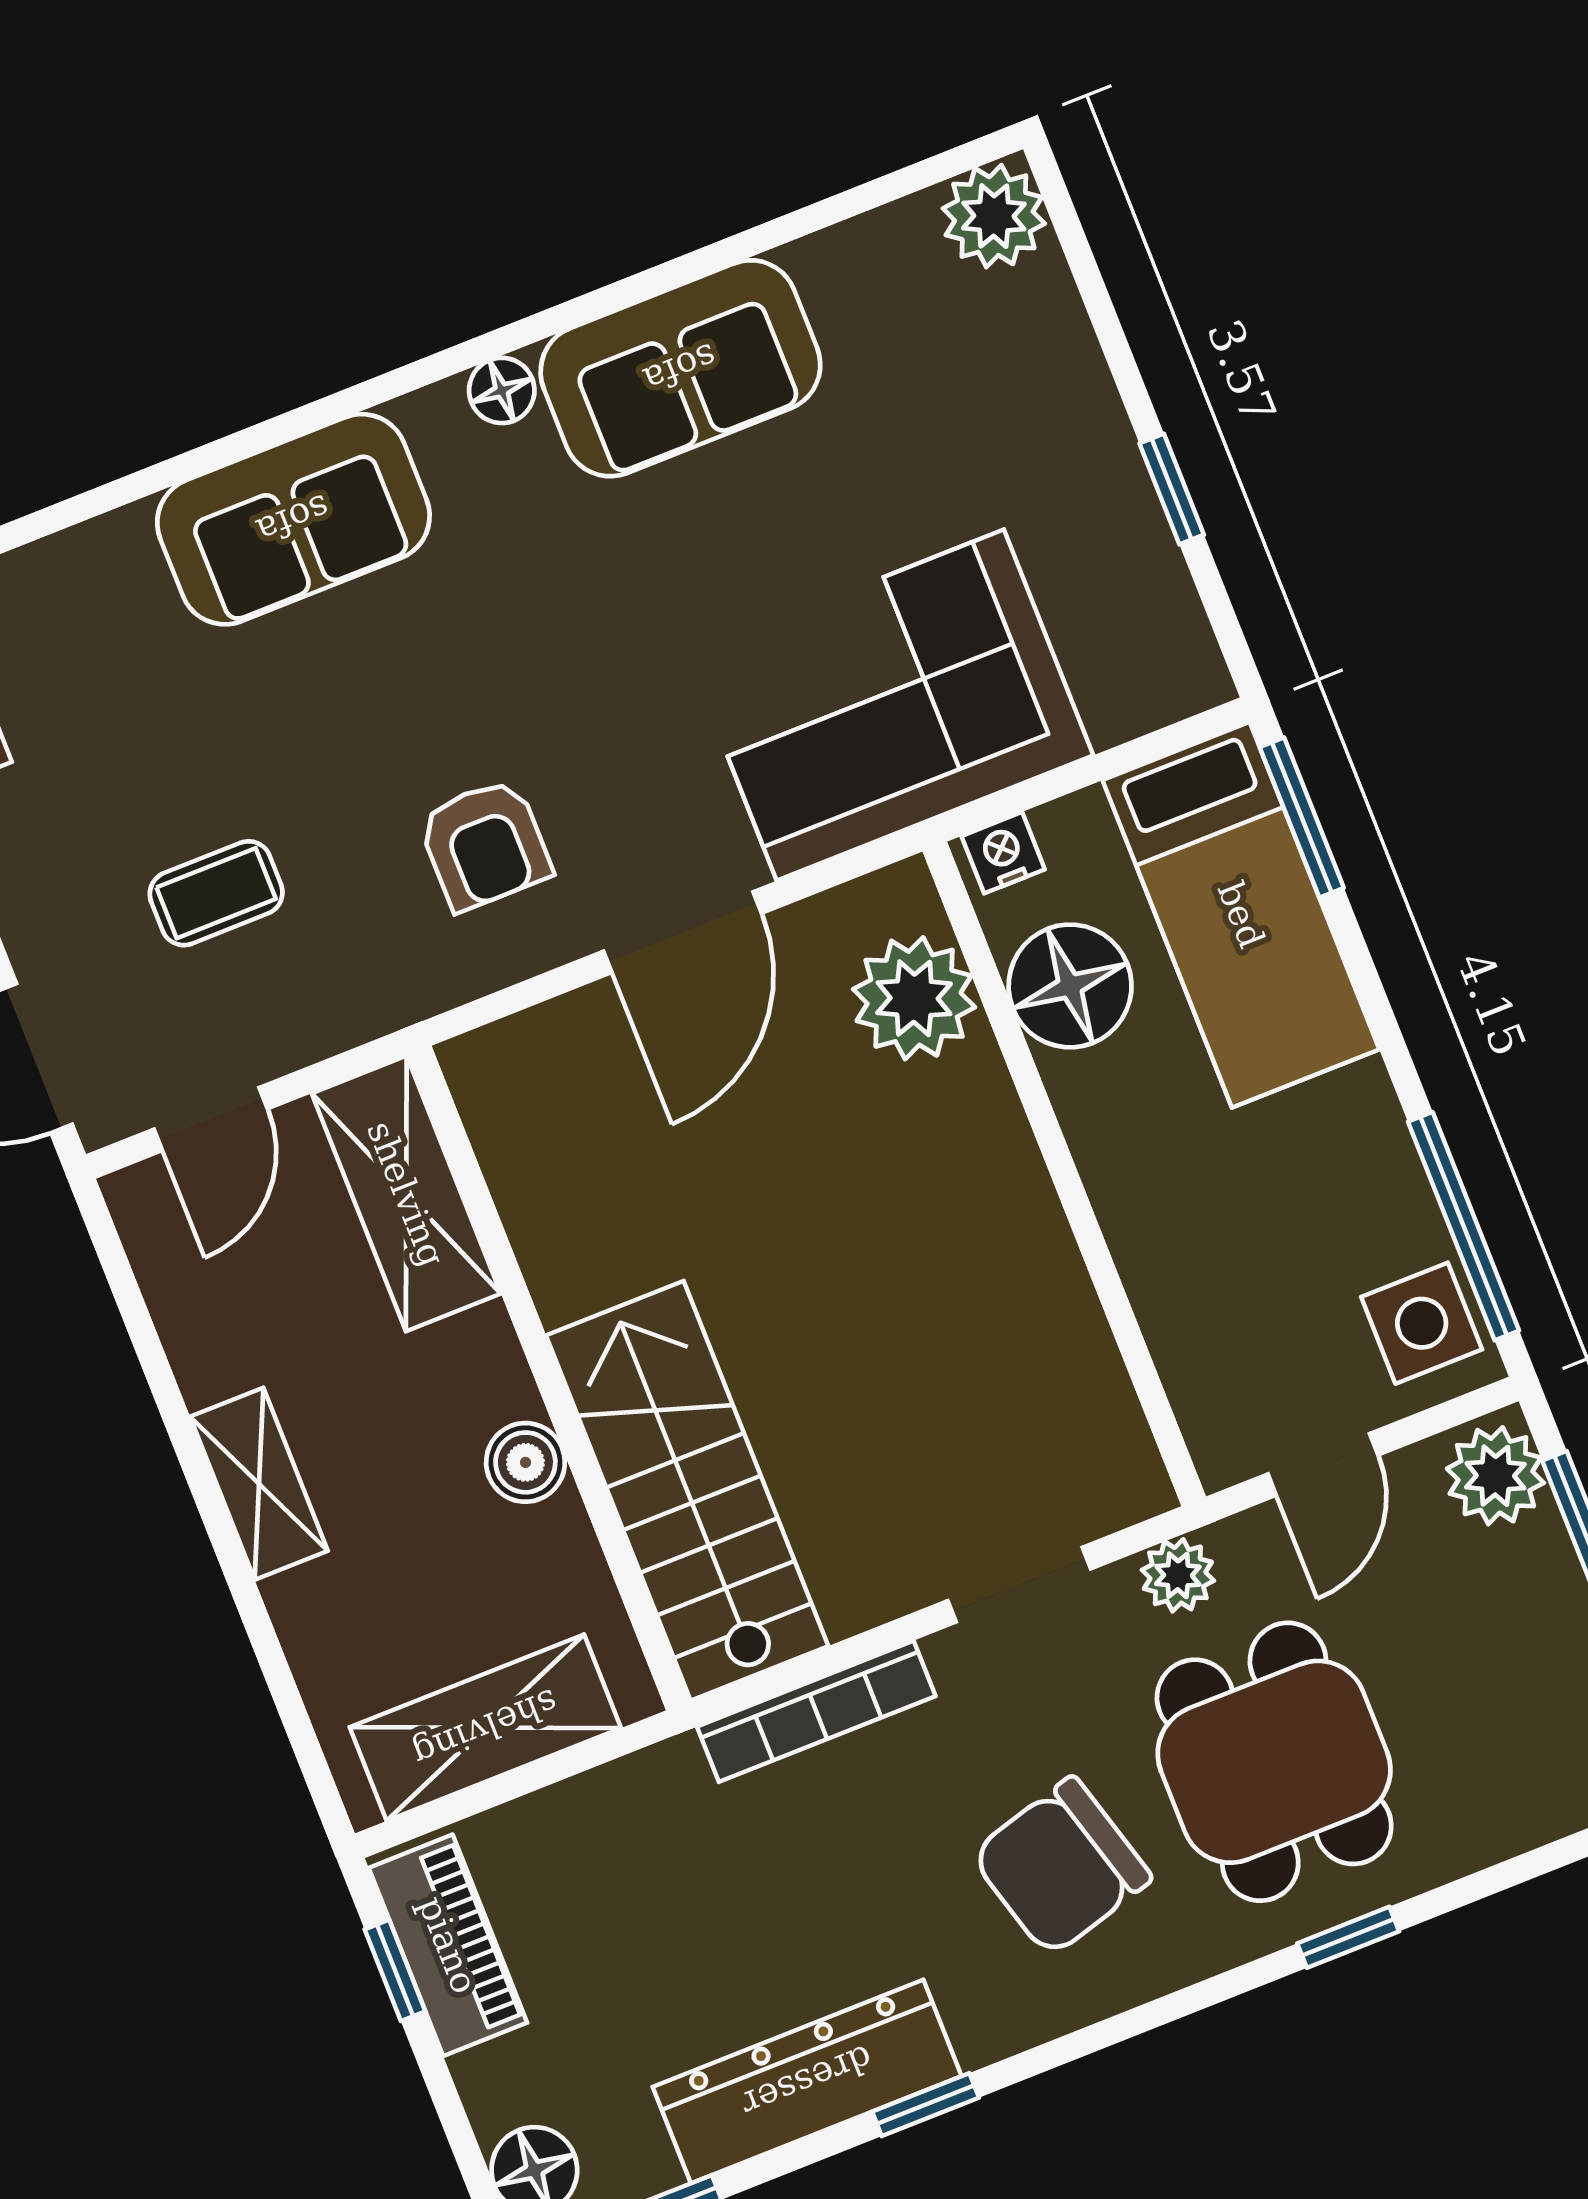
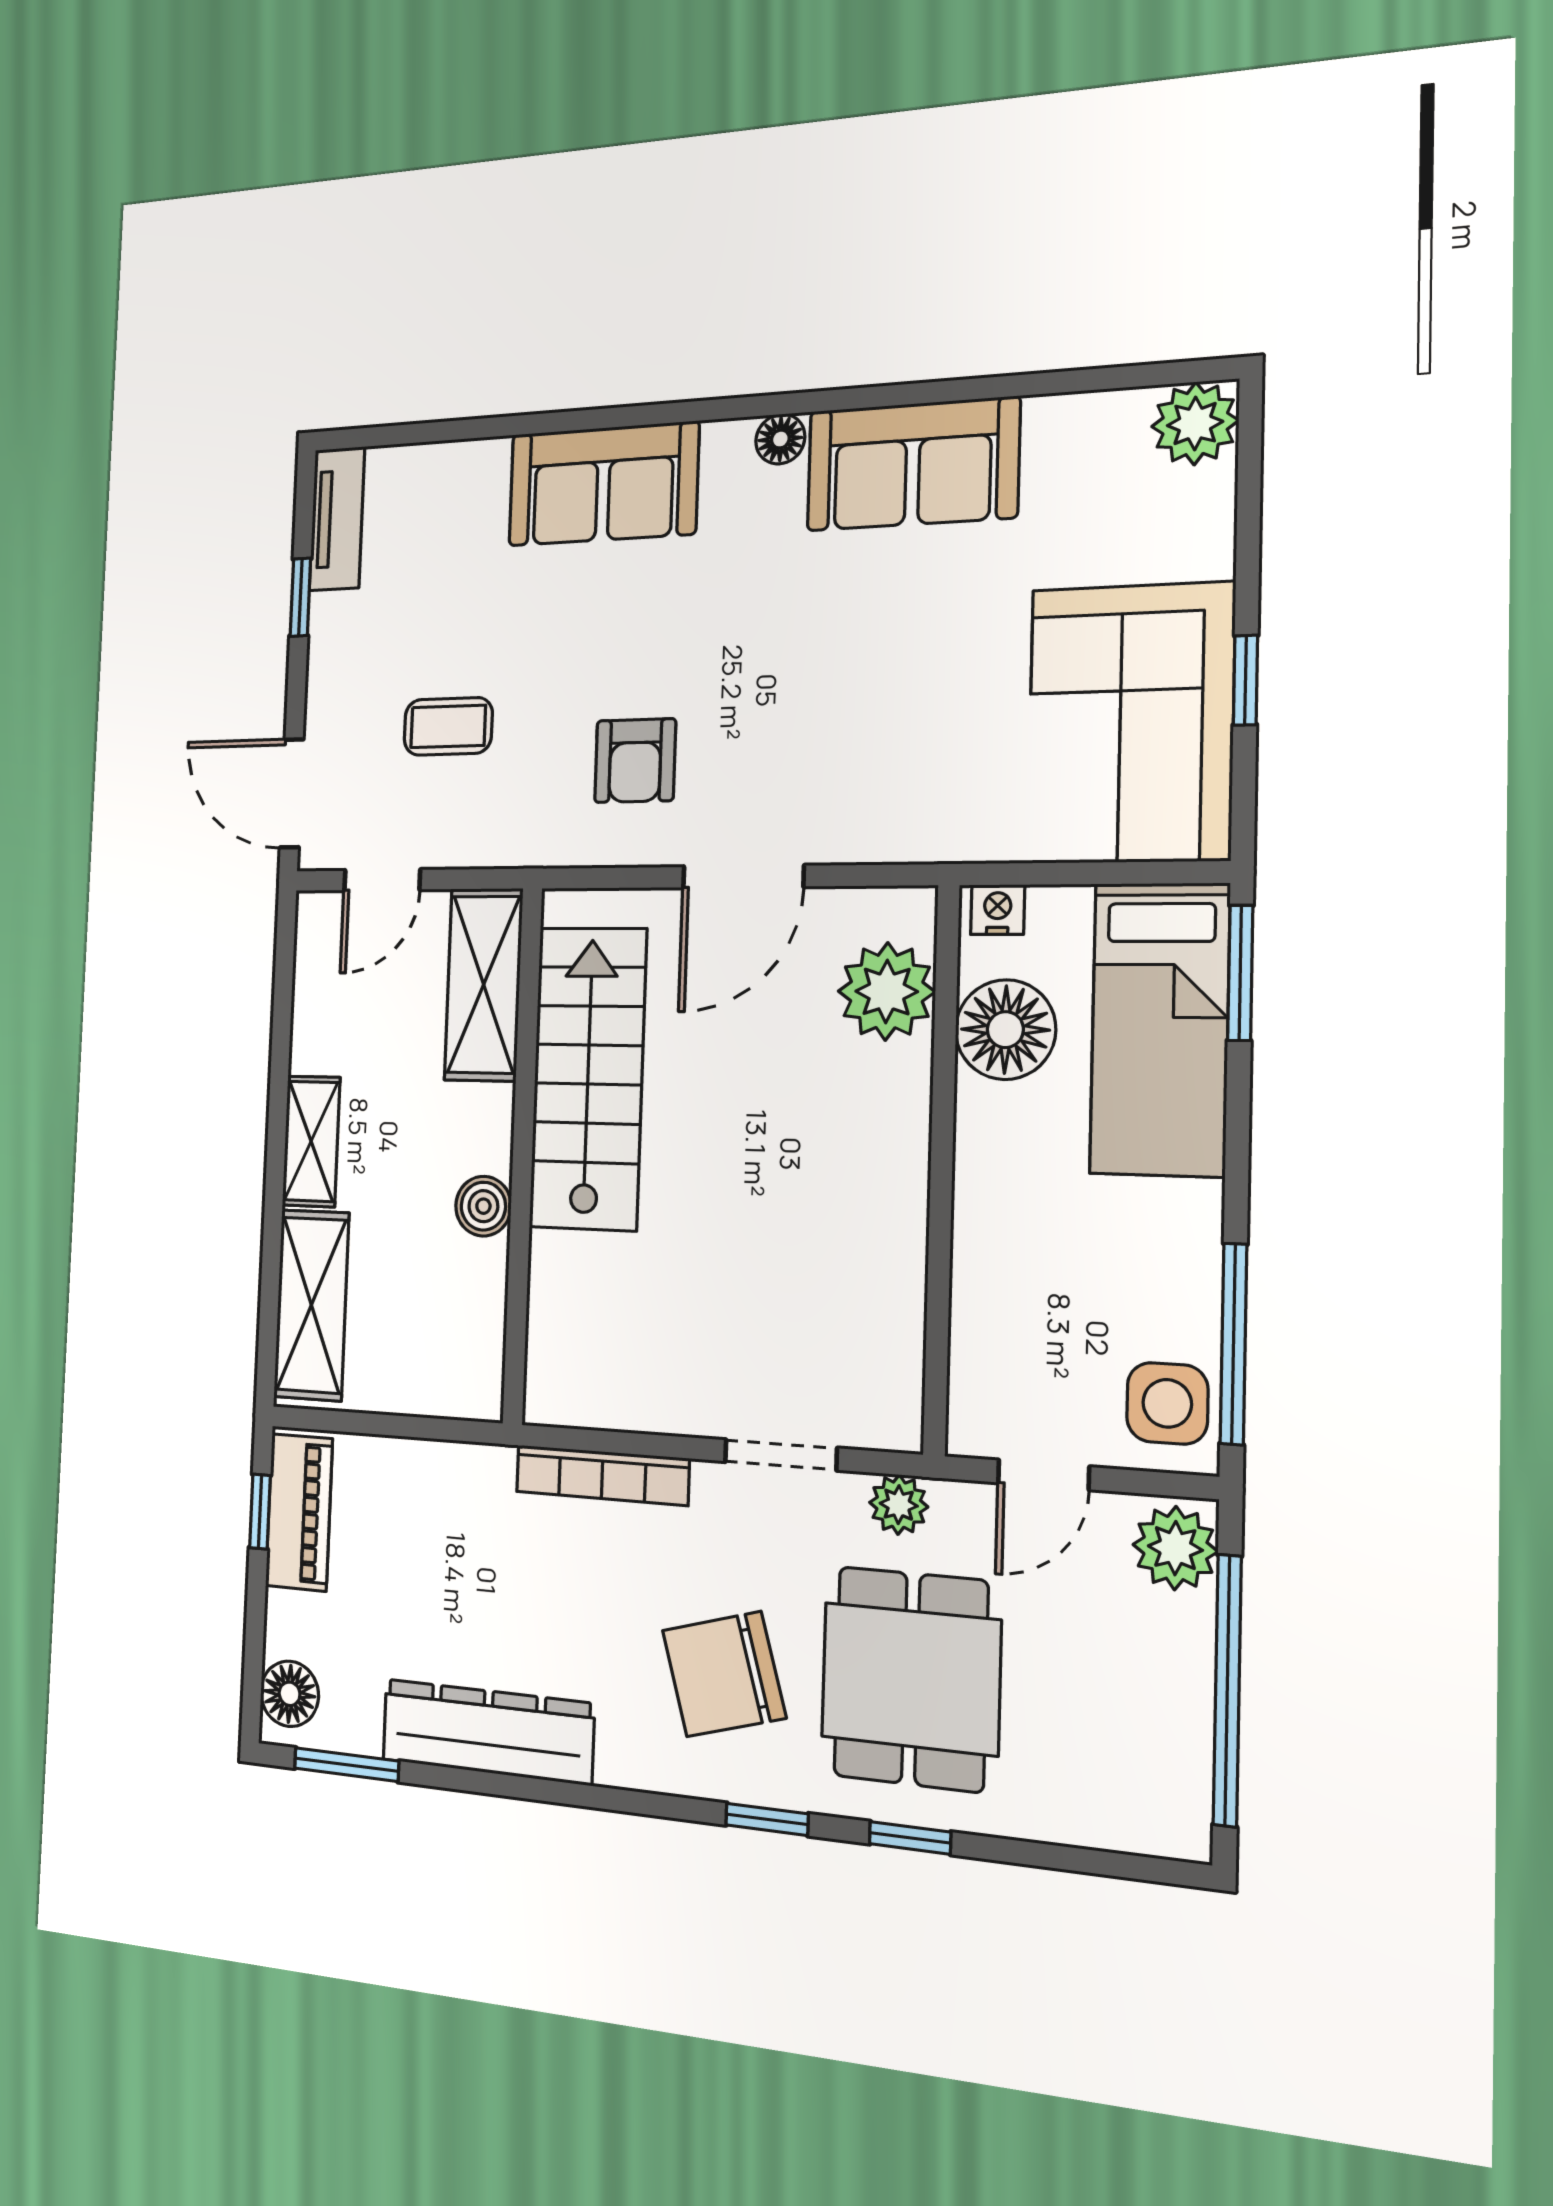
corner sofa: (890, 705) -> (1130, 724), moved, turned -90
stairs: (687, 1491) -> (588, 1078), moved
shelving: (485, 1728) -> (311, 1305), moved, turned 90
window: (926, 2105) -> (767, 1819), moved

